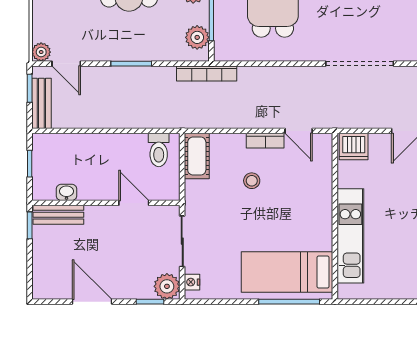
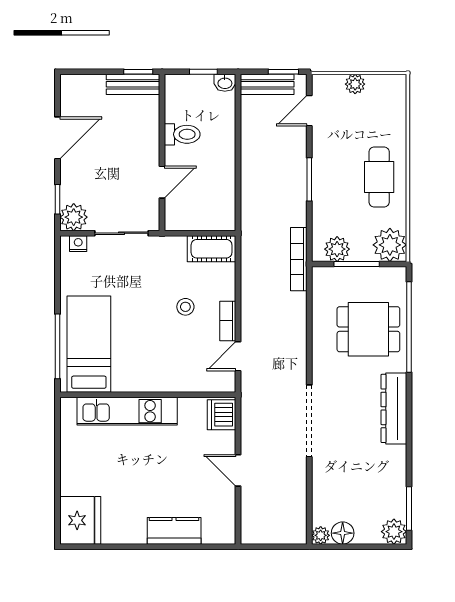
plant: (41, 52) -> (355, 84), moved
toilet: (159, 150) -> (182, 134), moved, turned 180
washbasin: (67, 192) -> (225, 83), moved, turned 90
bench: (58, 215) -> (133, 84), moved, turned 90

